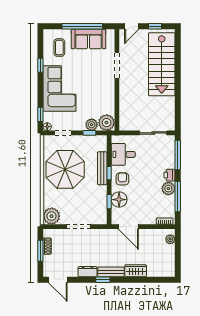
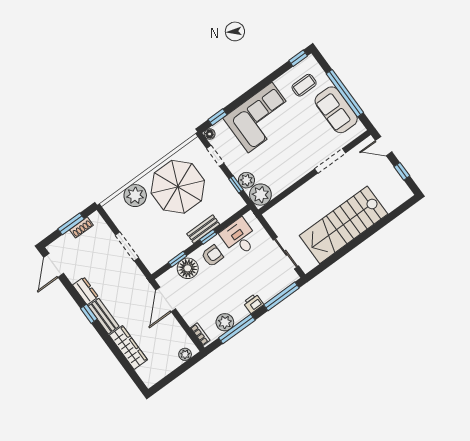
stairs: (162, 64) -> (343, 225), moved
window: (40, 65) -> (298, 58), moved
bench: (102, 168) -> (203, 229), width x0.73
plant: (168, 189) -> (225, 322), moved
plant: (52, 216) -> (135, 196), moved
wardrobe: (136, 271) -> (128, 348), width x1.50

